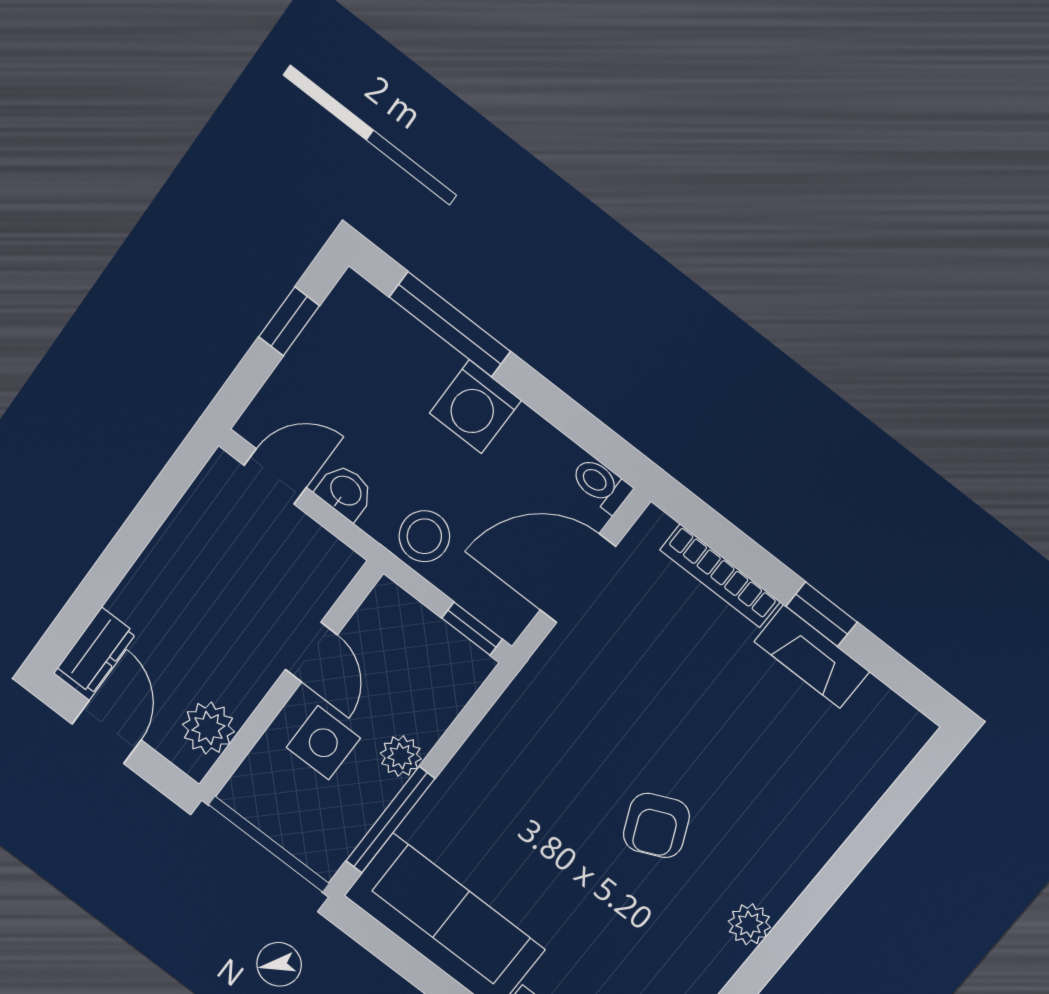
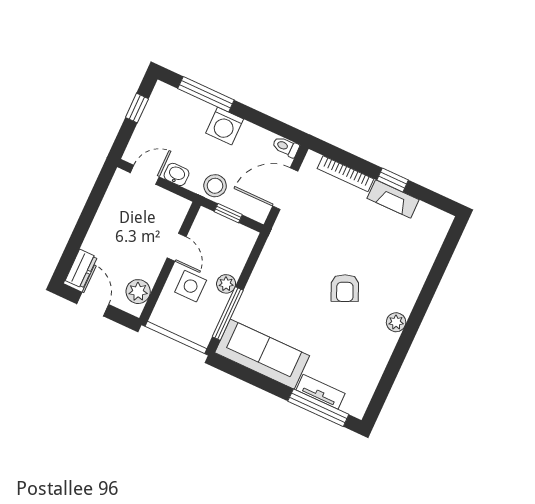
window: (472, 629) -> (228, 213), moved

